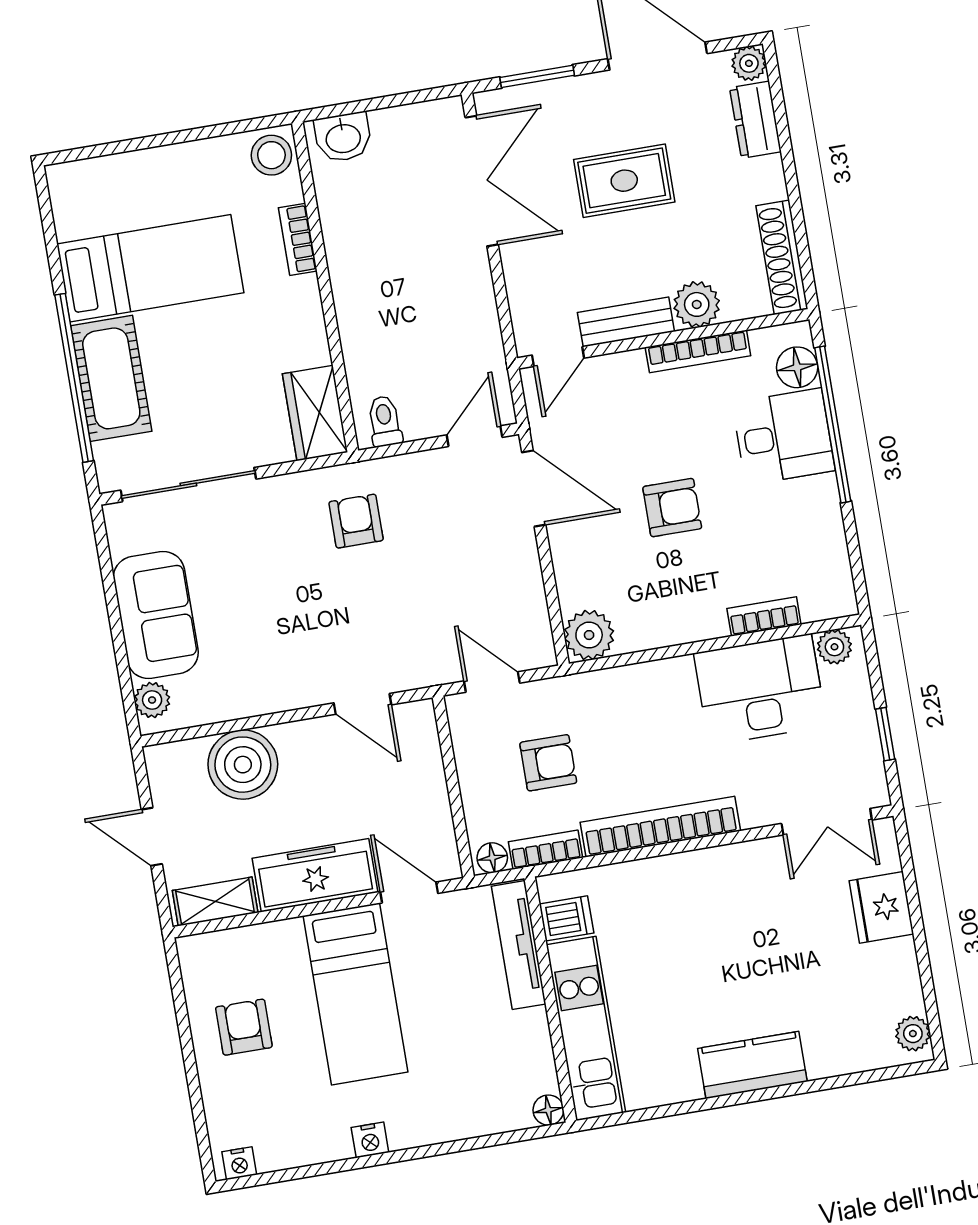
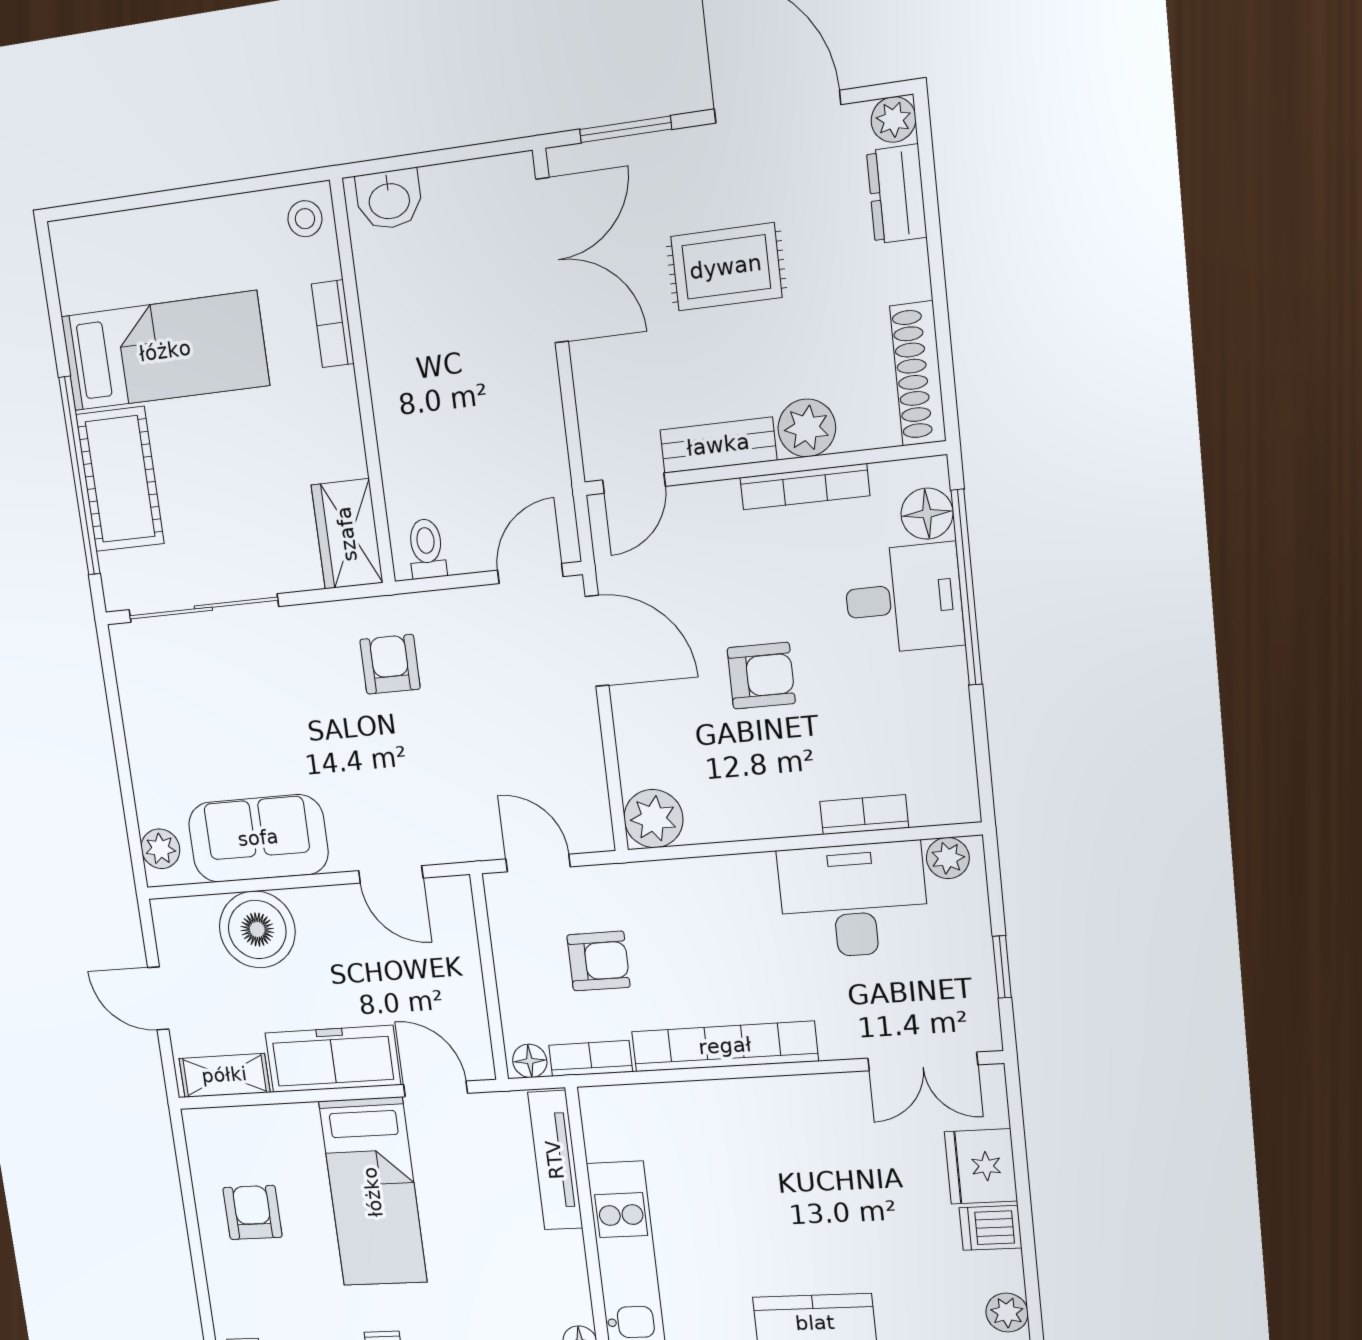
stool: (271, 155) -> (305, 219), width x0.73, depth x0.73
sofa: (156, 615) -> (258, 838), moved, turned -90
dishwasher: (567, 918) -> (990, 1228), moved, turned 180

